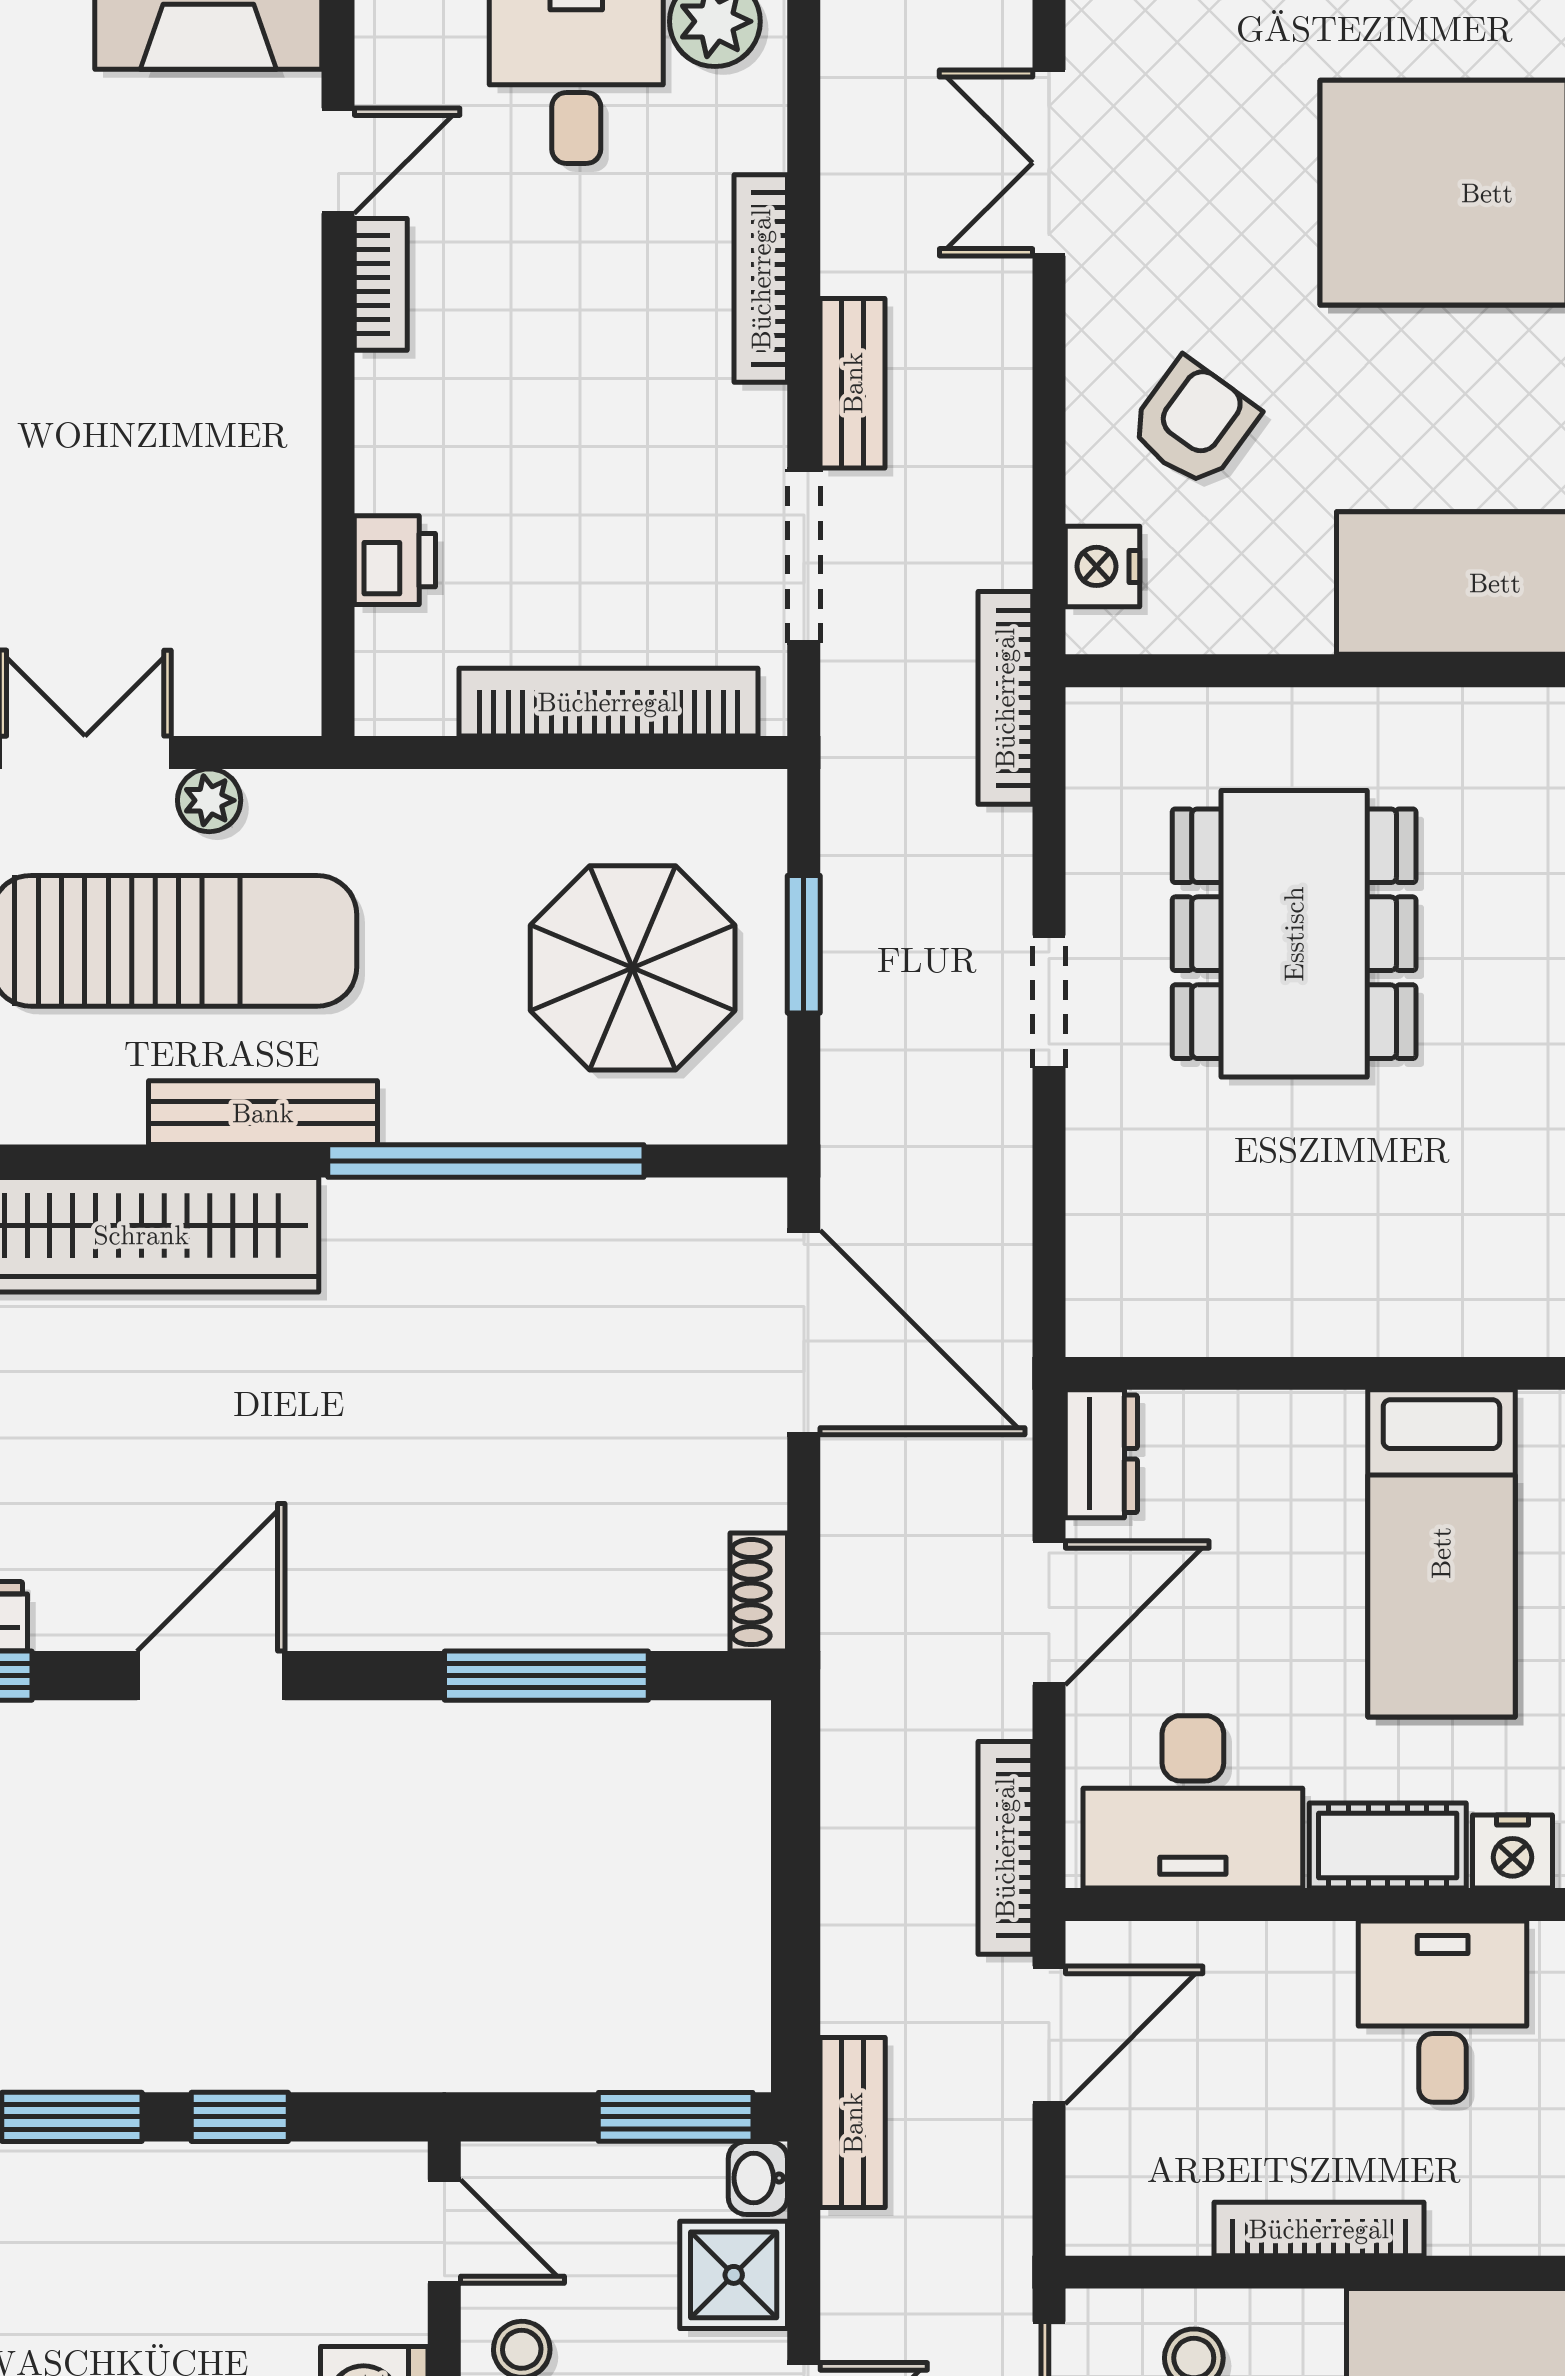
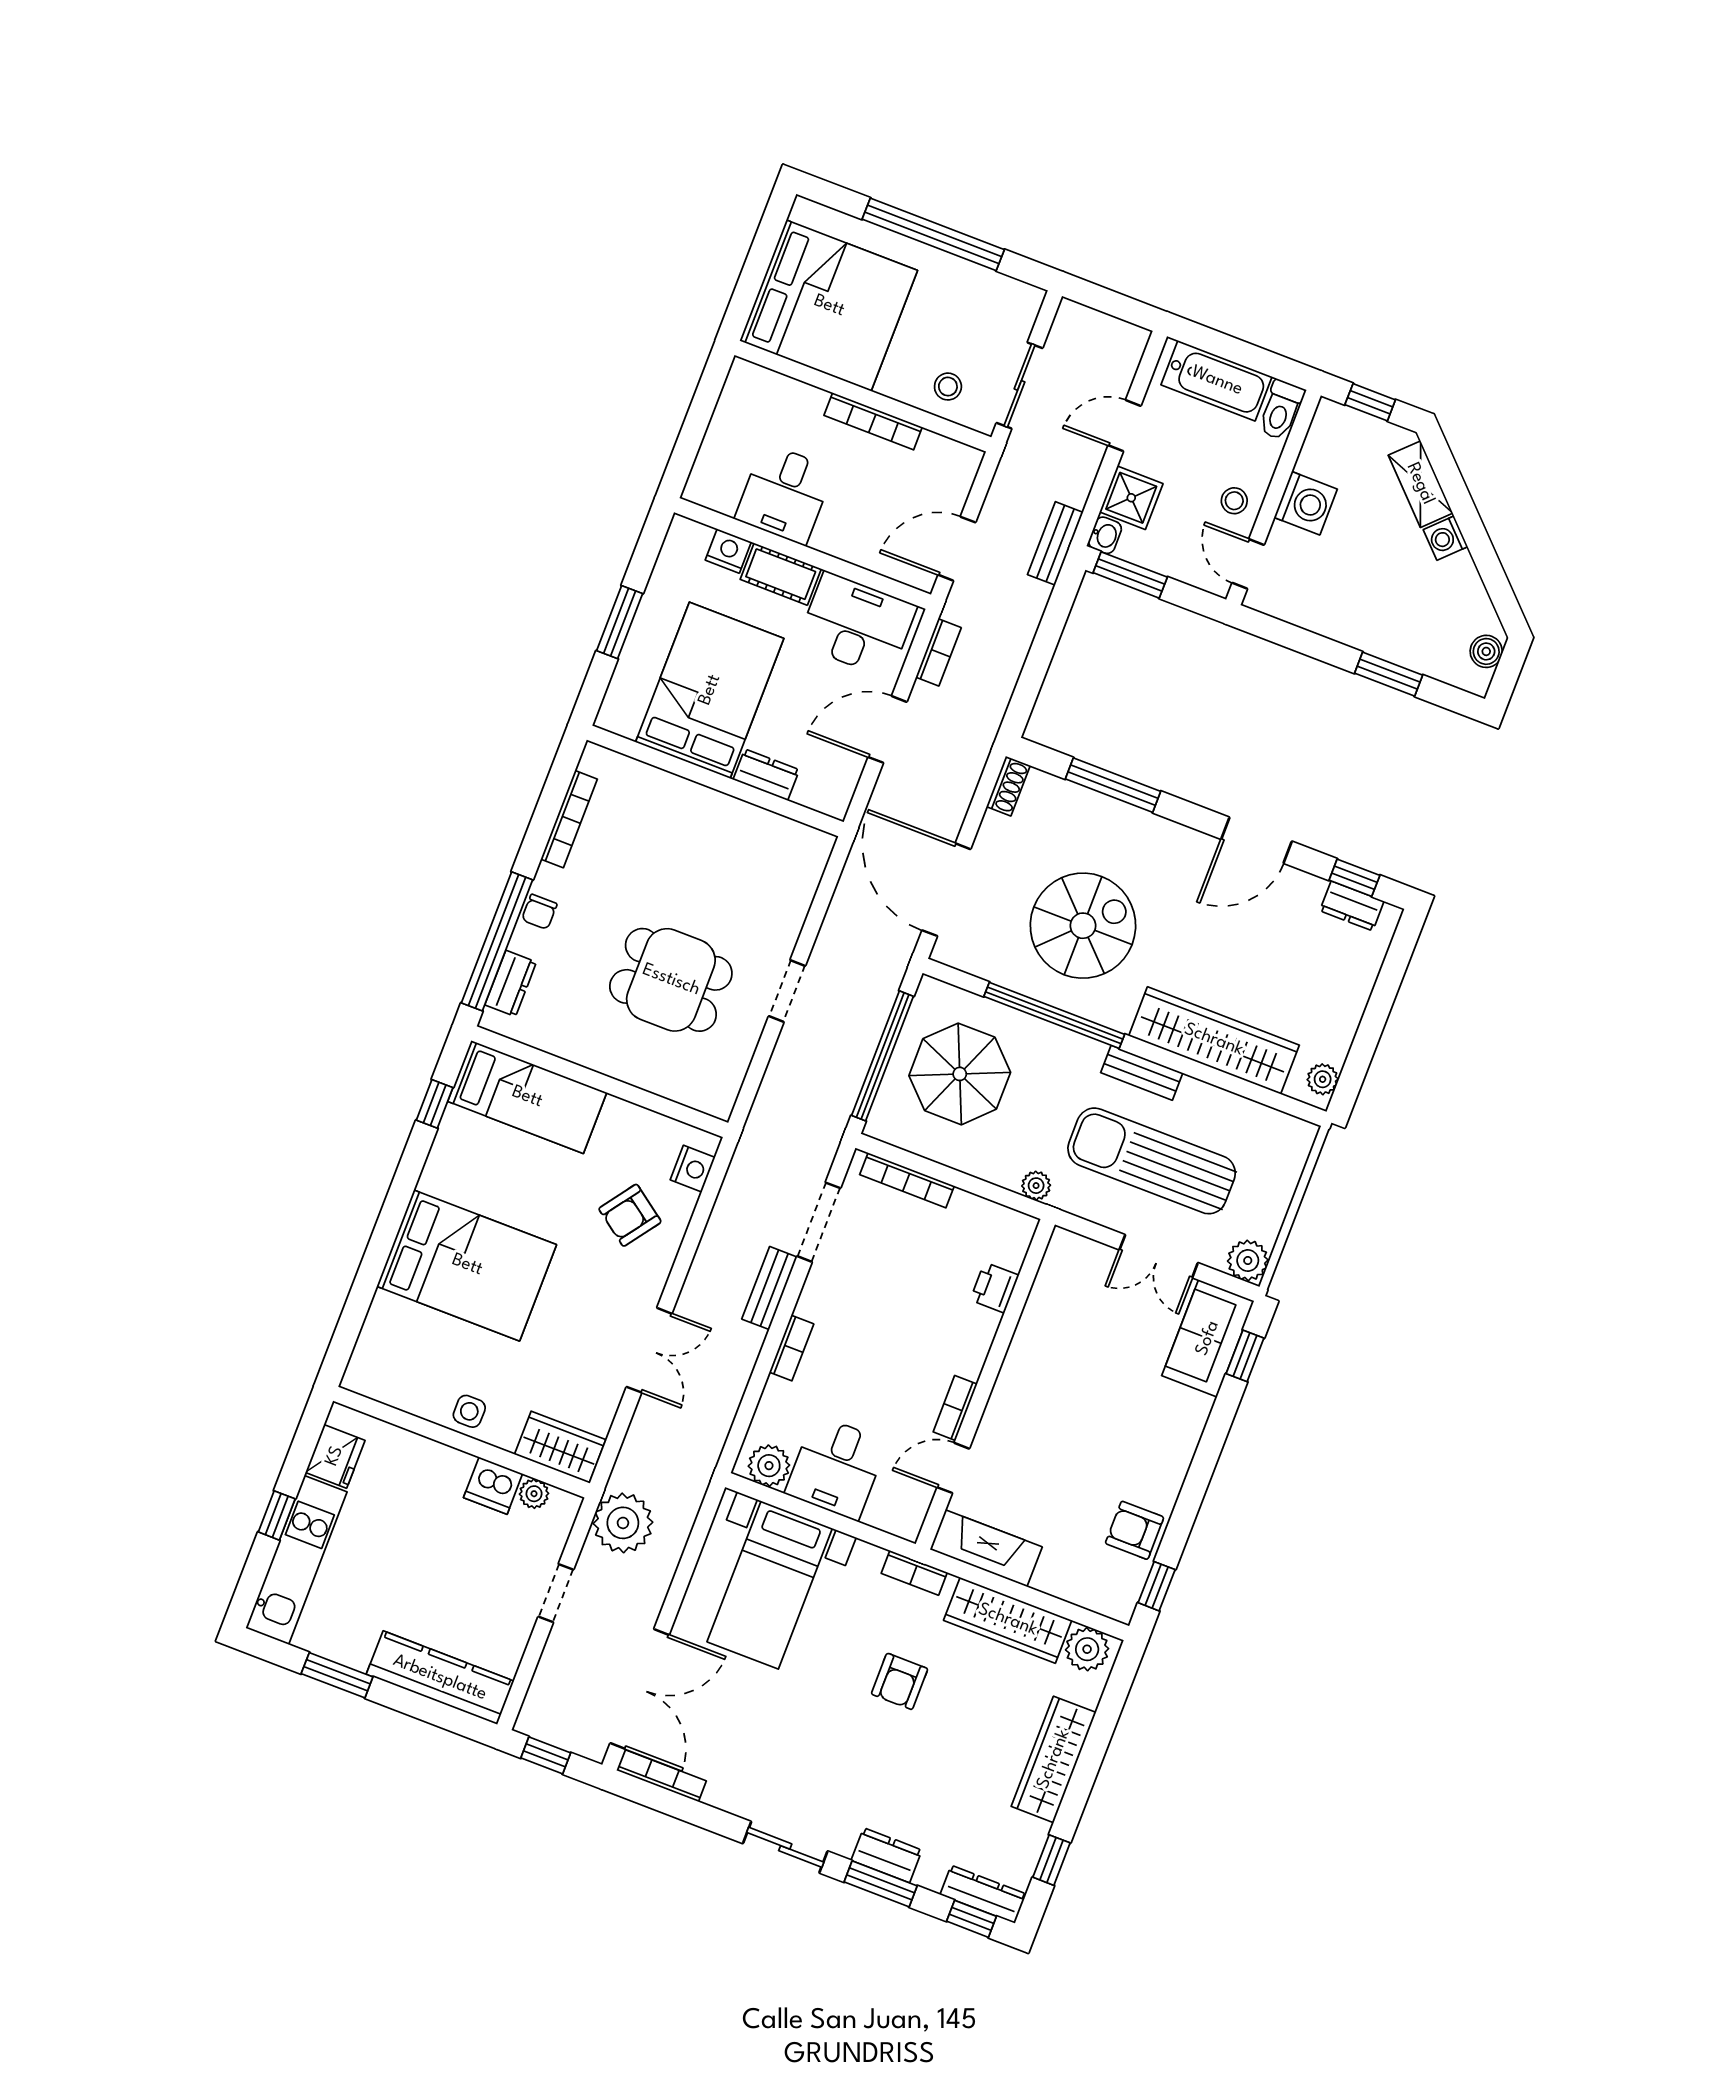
bookcase: (761, 279) -> (792, 1348), width x0.64
bookcase: (1005, 698) -> (756, 1128), removed
bookcase: (608, 702) -> (907, 1180), width x0.68, depth x0.76
plant: (209, 800) -> (1036, 1186), moved
dining table: (1294, 934) -> (671, 980), width x0.73
window: (804, 944) -> (883, 1056), width x2.11
bench: (263, 1113) -> (1142, 1073), width x0.73
spiral stairs: (498, 1366) -> (1083, 926), added
dresser: (1101, 1454) -> (766, 775), moved, turned 90
bed: (1441, 1553) -> (710, 690), width x1.50
bookcase: (1005, 1848) -> (938, 652), width x0.64
window: (240, 2117) -> (1317, 647), removed

